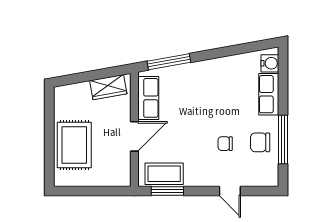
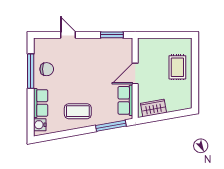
chair: (225, 144) -> (71, 68), removed
rug: (74, 145) -> (177, 67), width x0.73, depth x0.70
coffee table: (164, 174) -> (78, 111), moved

